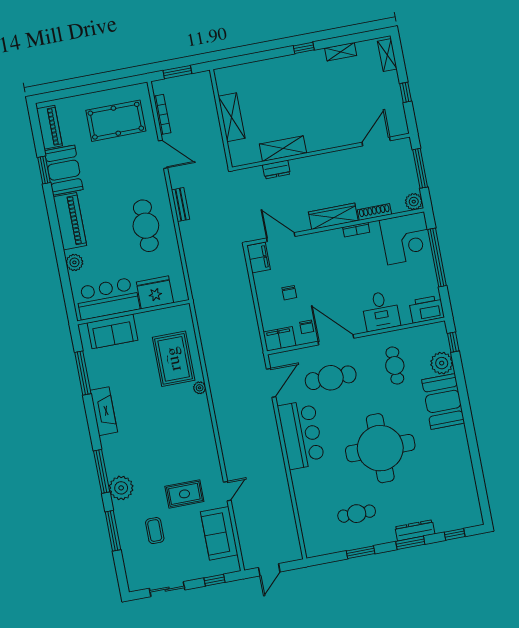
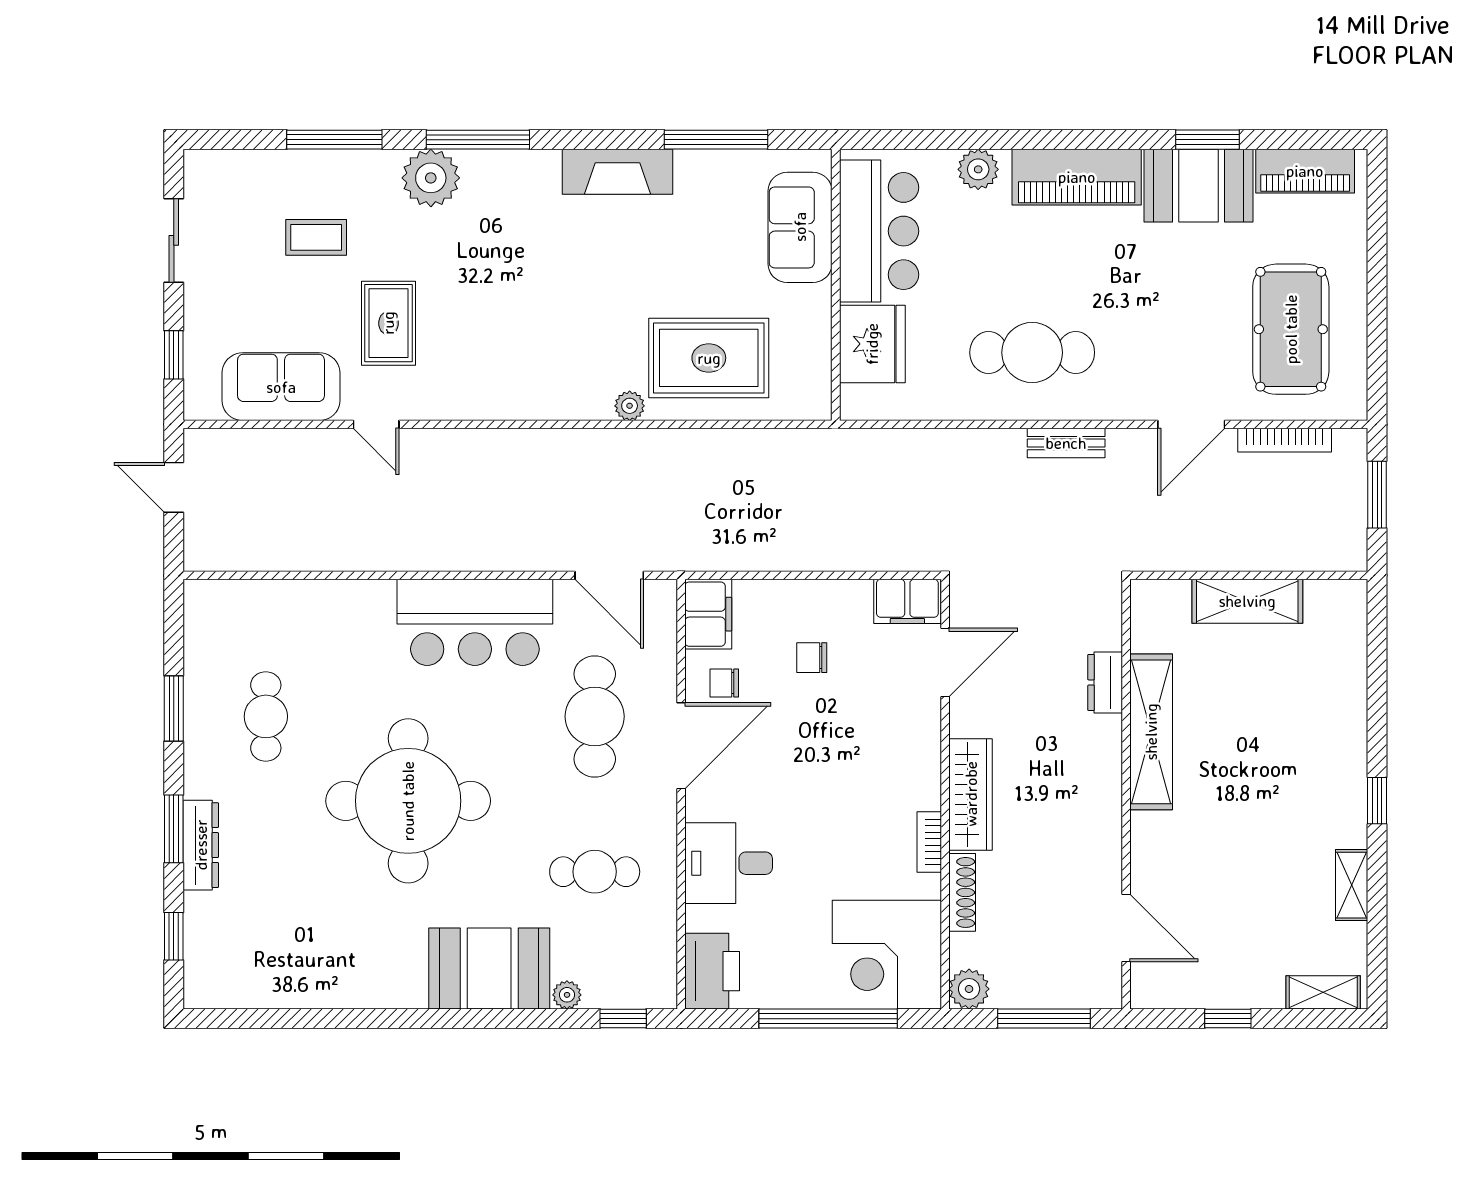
shelving: (283, 149) -> (1151, 732), width x1.47
plant: (442, 363) -> (567, 995), width x0.53, depth x0.53

